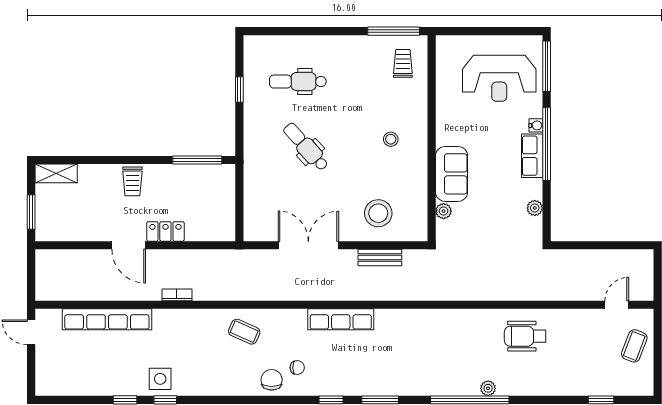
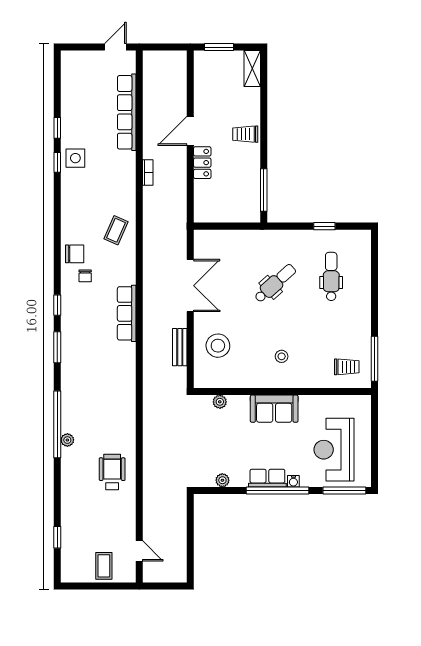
sofa: (452, 174) -> (274, 409), moved
coffee table: (634, 346) -> (104, 566), turned 69

